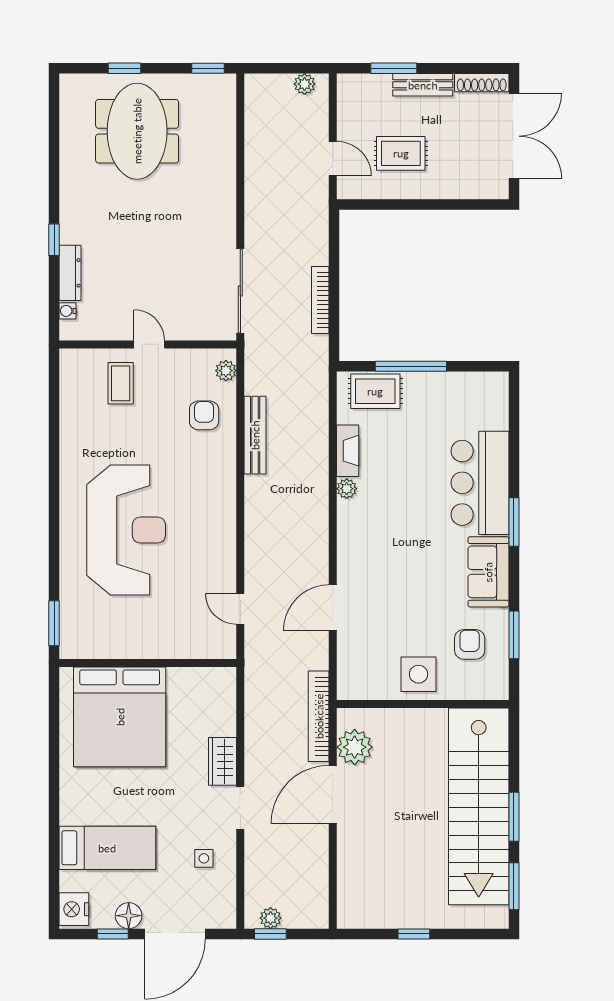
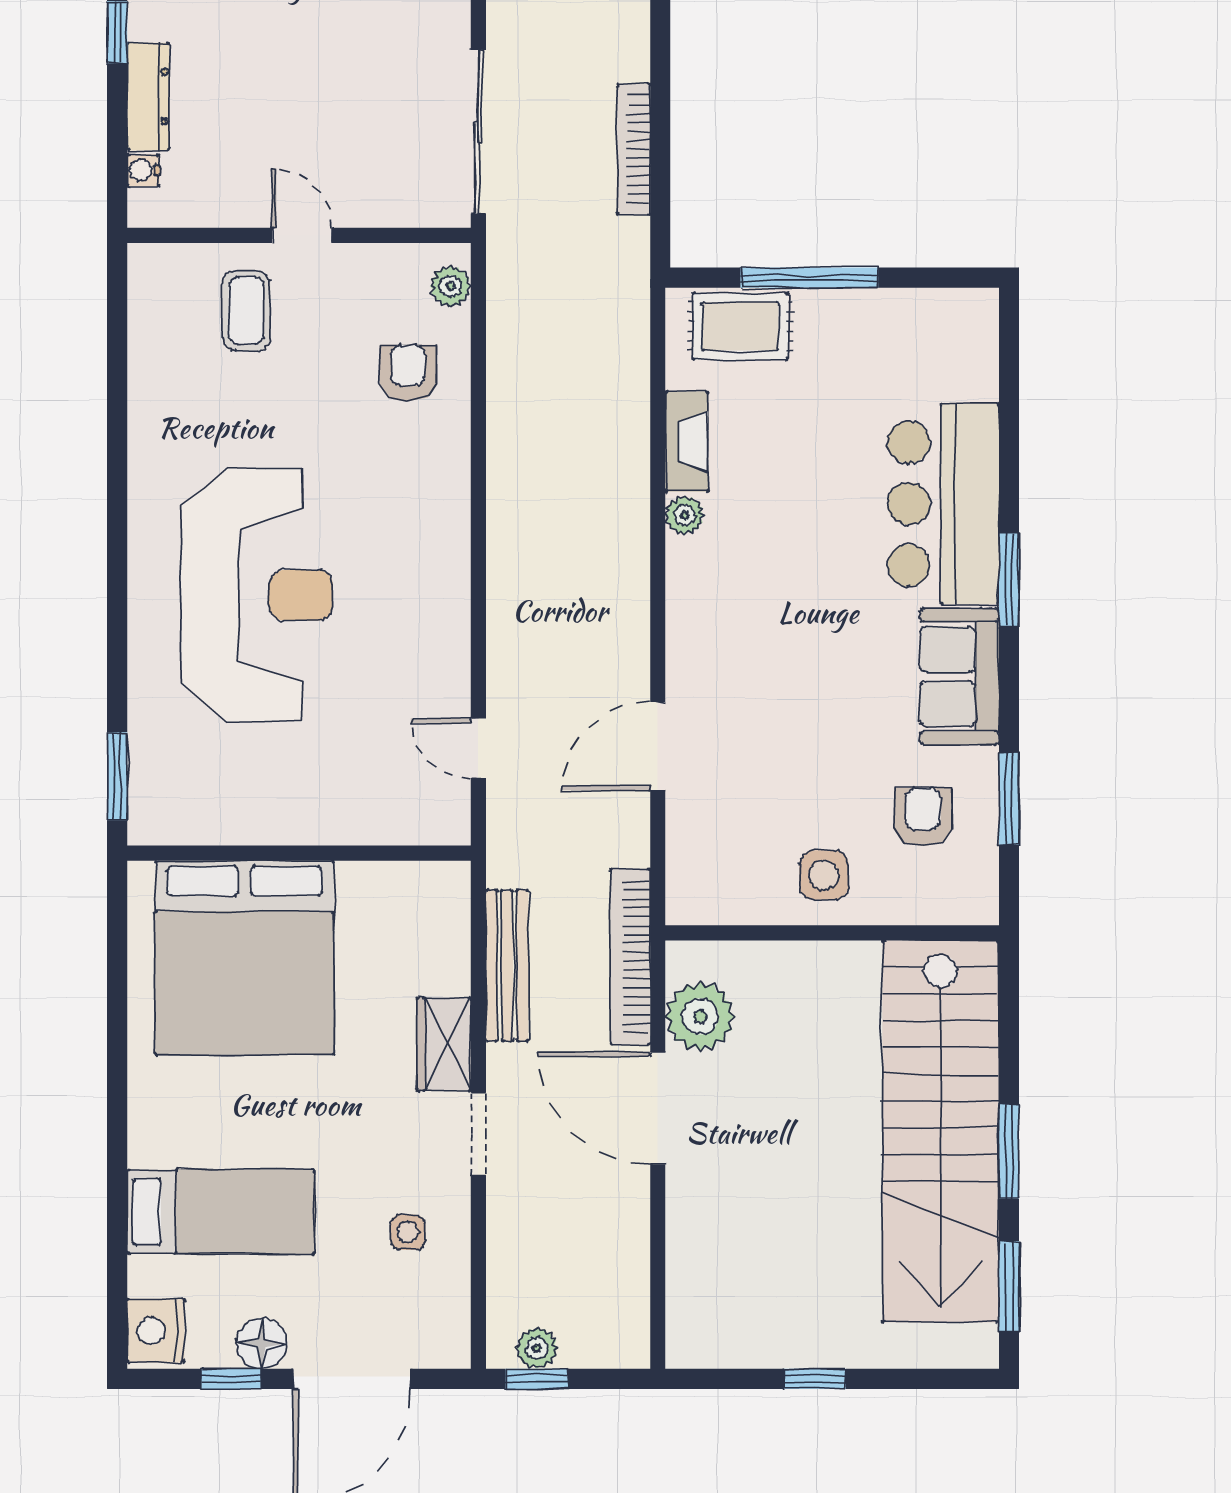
bench: (255, 435) -> (507, 966), moved
side table: (419, 674) -> (824, 875), width x0.73, depth x0.73
door: (333, 794) -> (658, 1108), hinge flipped

